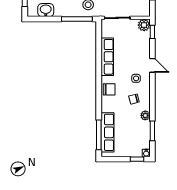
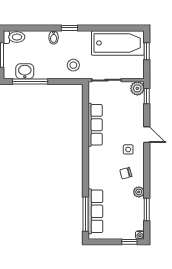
window: (77, 19) -> (30, 81), moved
chair: (109, 89) -> (97, 162), removed

